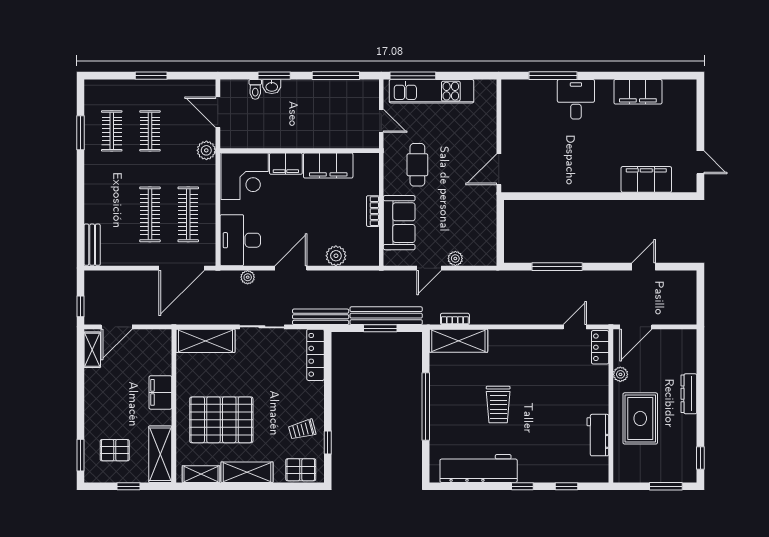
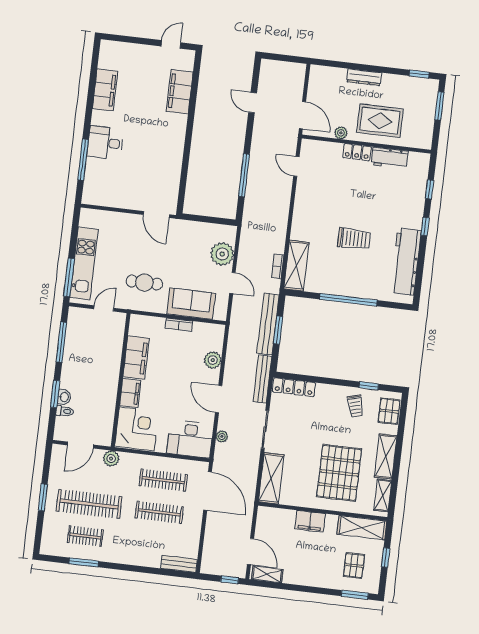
clothes rail: (150, 131) -> (89, 504), width x1.86, depth x1.31
plant: (455, 258) -> (222, 254), width x1.87, depth x1.87
locker: (600, 347) -> (357, 152), moved

